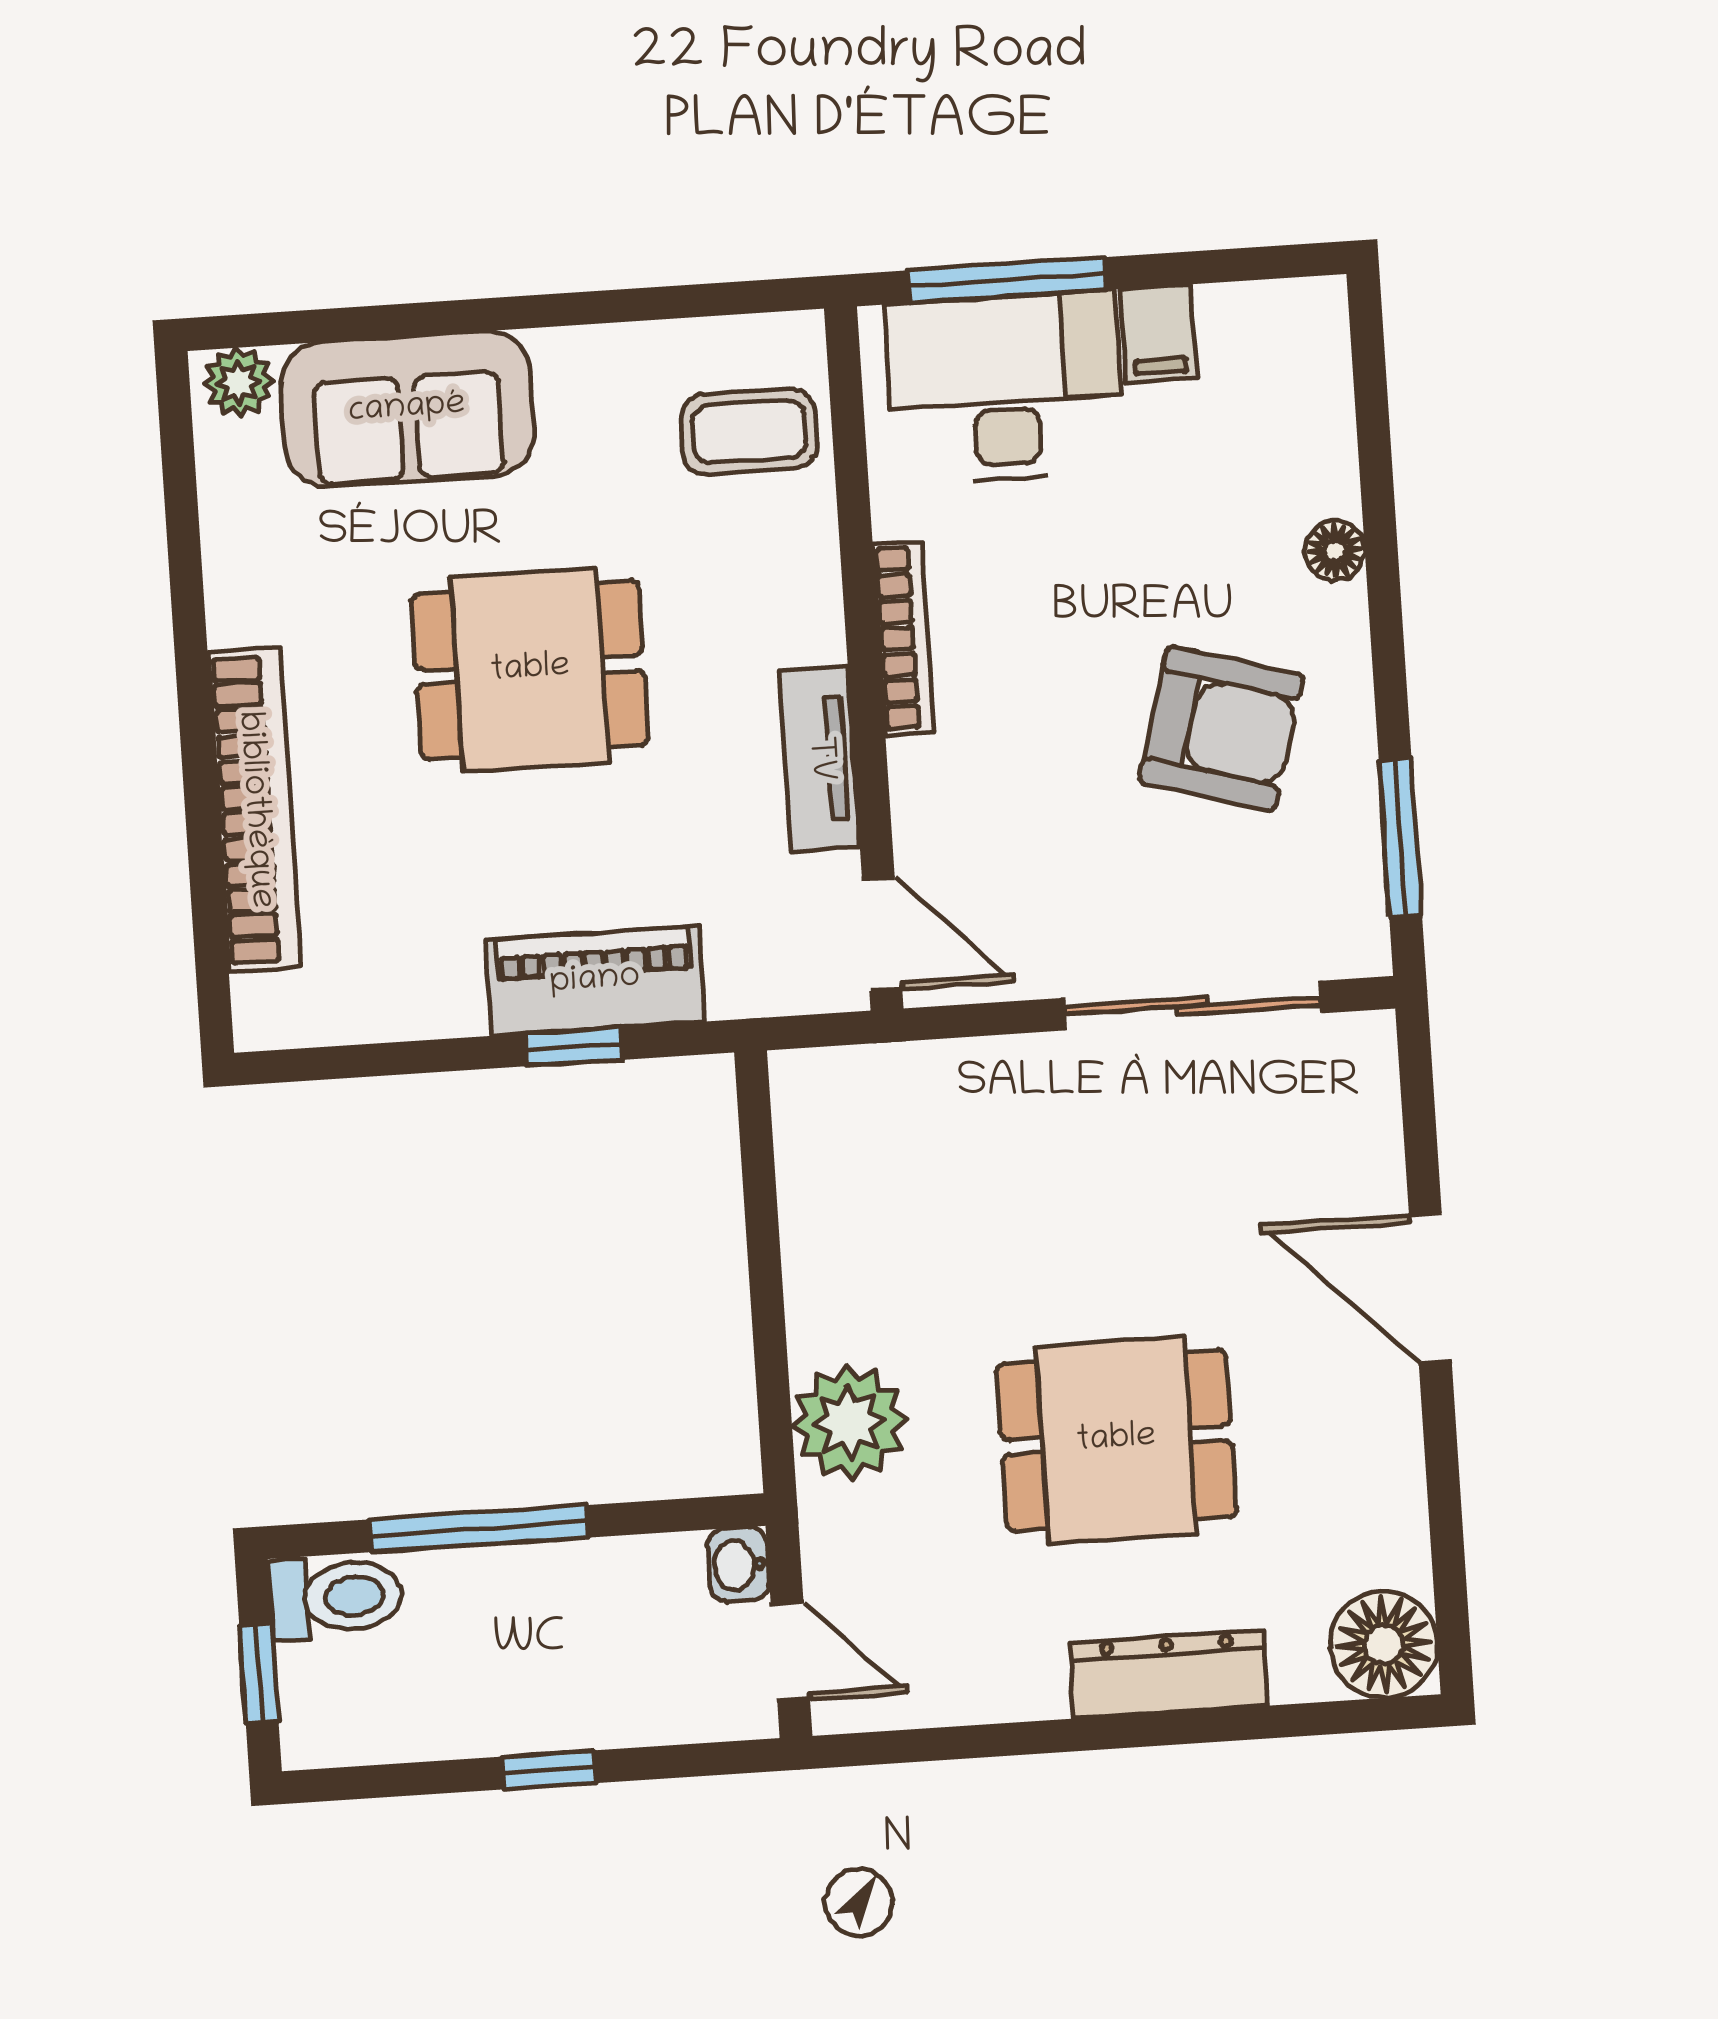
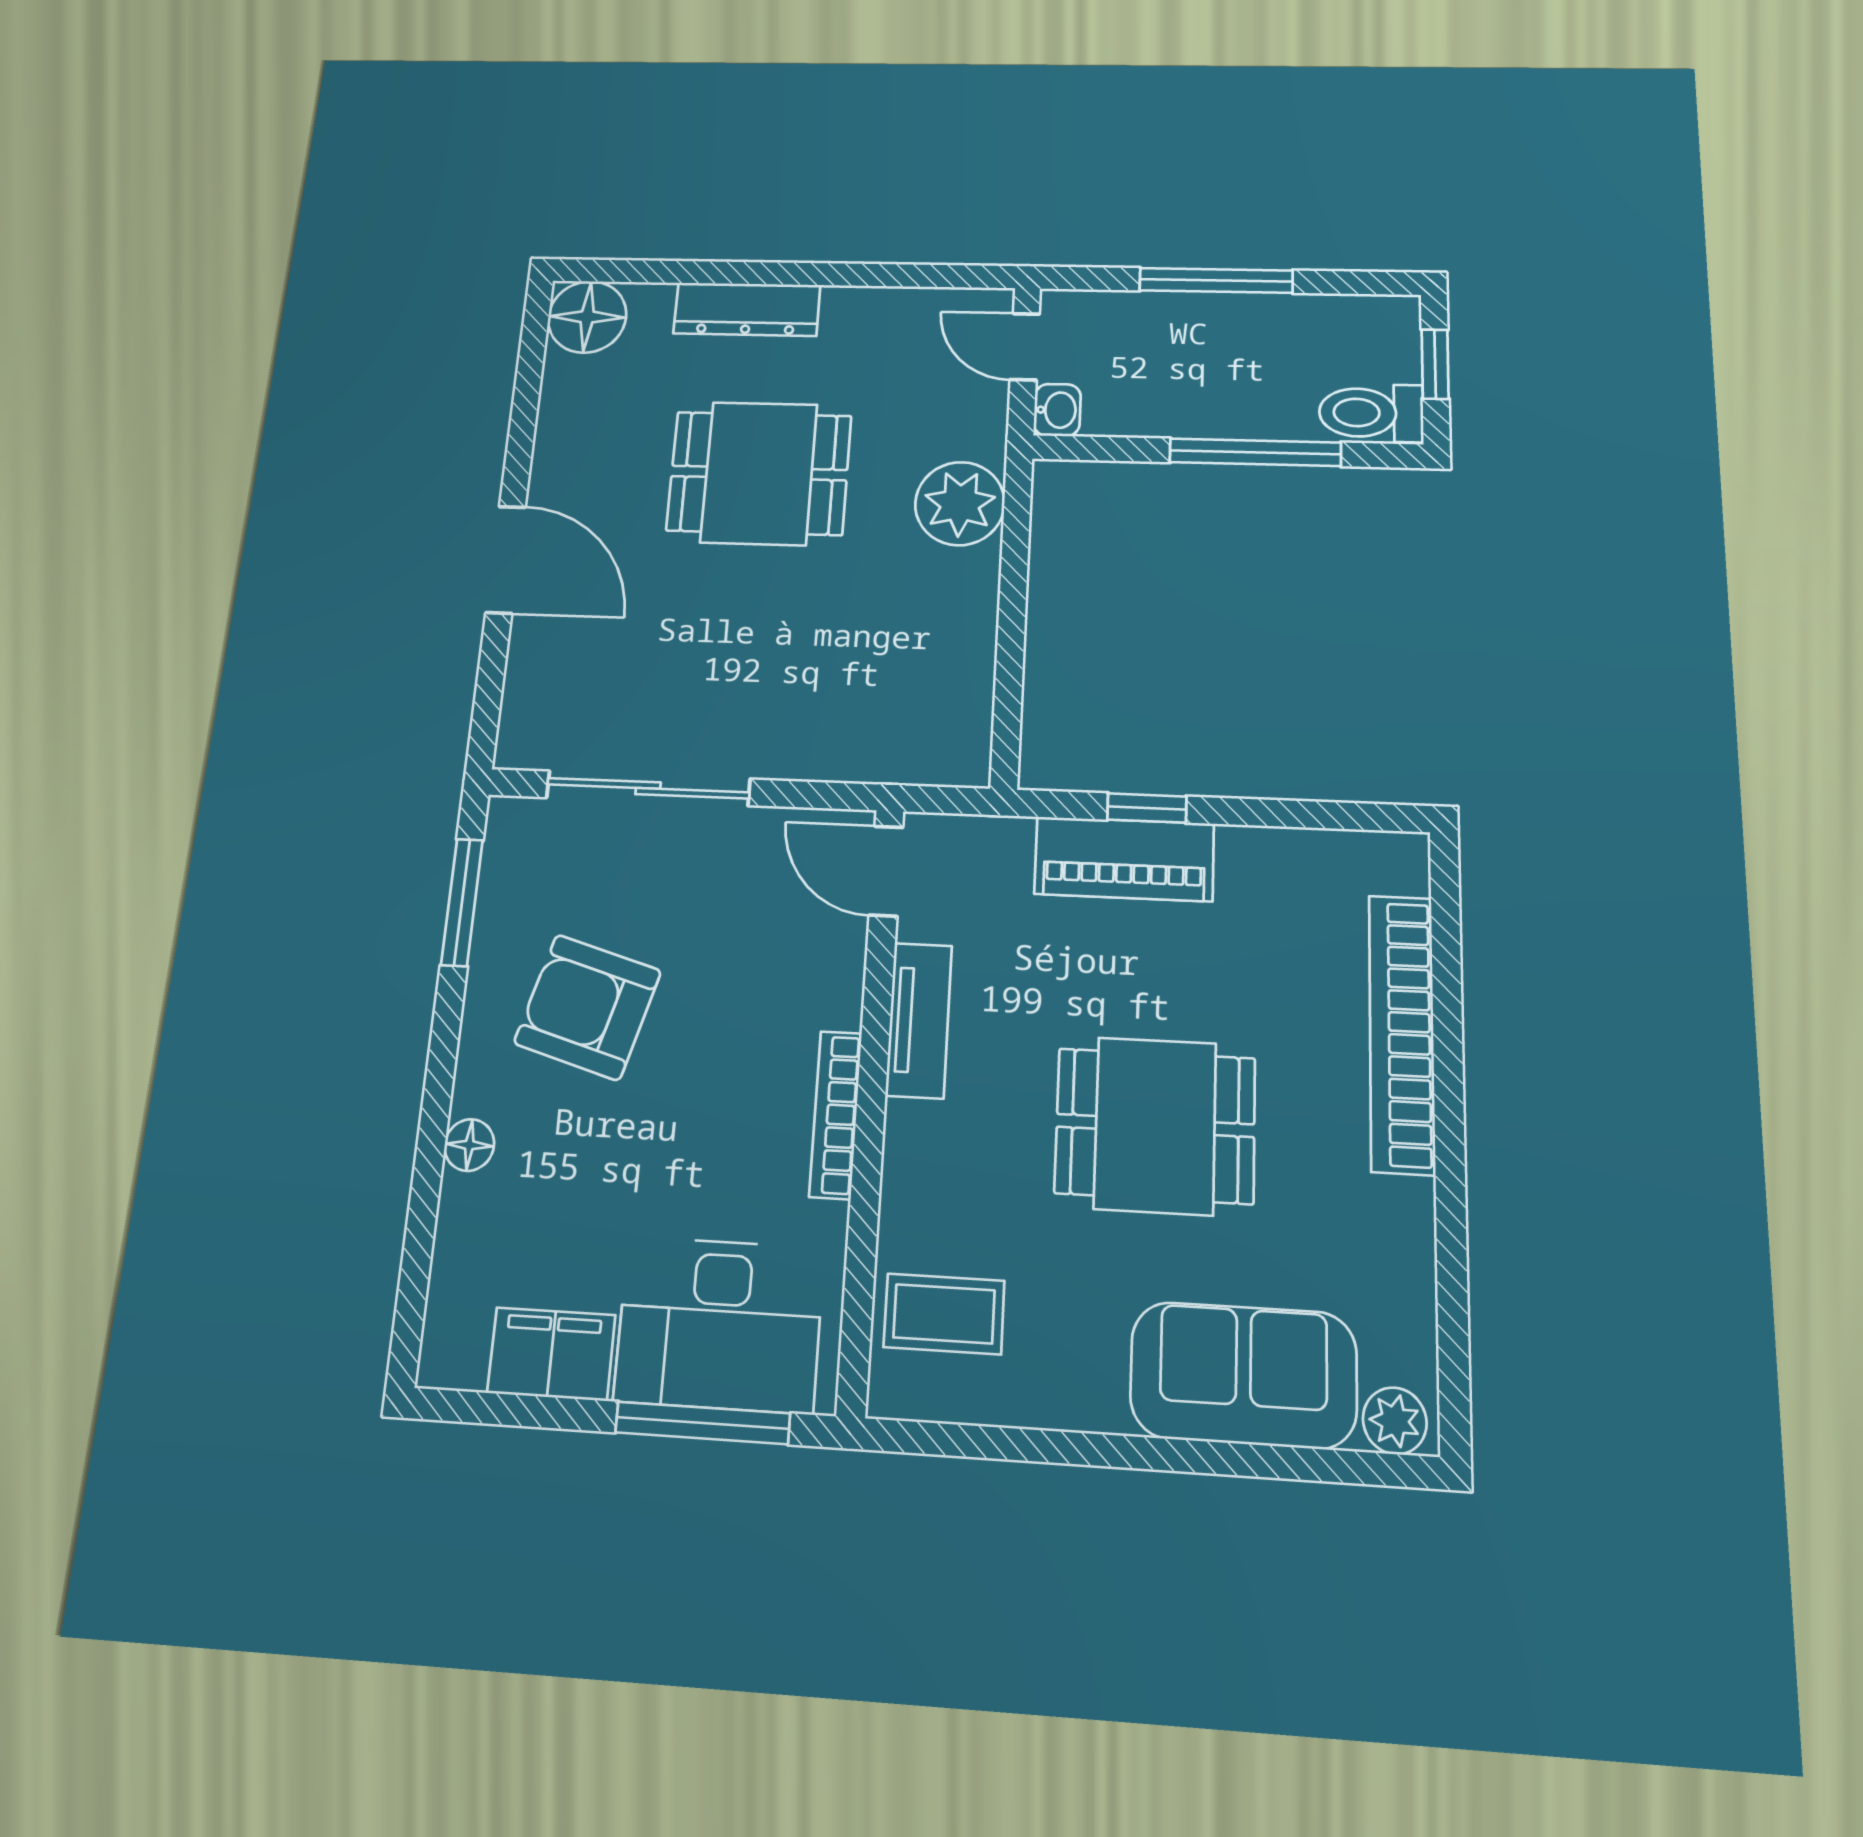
filing cabinet: (1159, 333) -> (551, 1354), width x2.00
window: (549, 1770) -> (1216, 280), width x2.17

